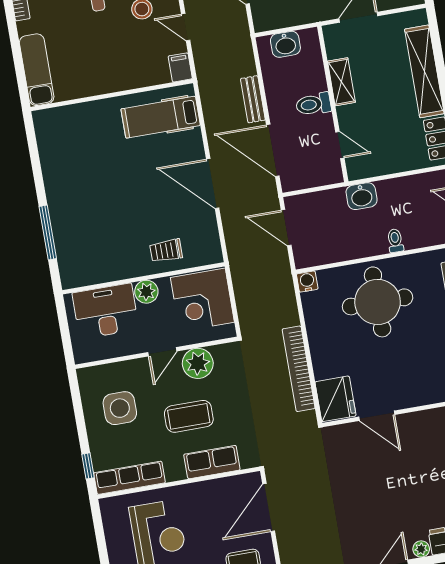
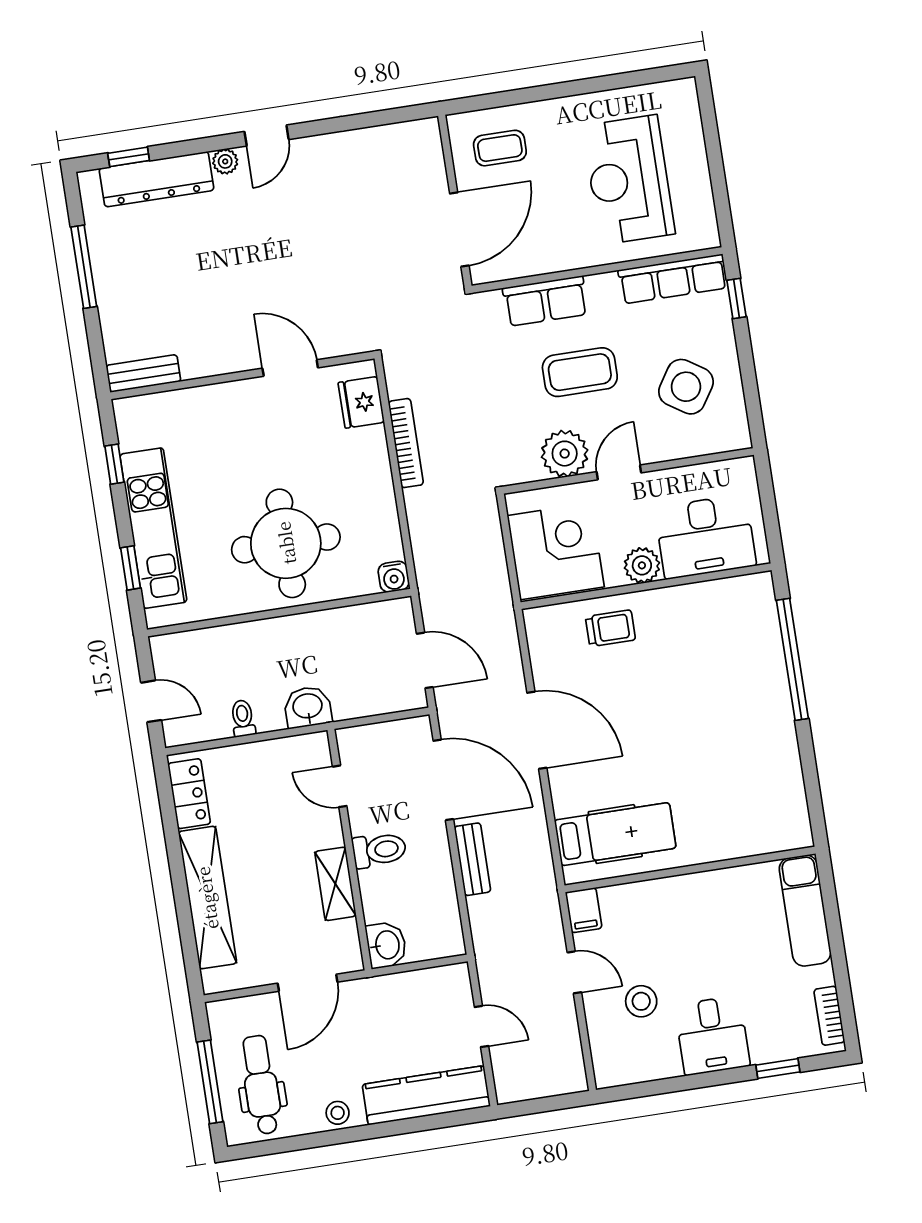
washbasin: (285, 44) -> (386, 945), moved, turned 90
window: (48, 232) -> (792, 659), width x1.46
toilet: (395, 241) -> (243, 718), moved, turned 180
bookcase: (299, 369) -> (406, 443), width x0.68, depth x0.76
fridge: (335, 399) -> (361, 402), width x0.73, depth x0.75
side table: (120, 408) -> (686, 387), turned 33

